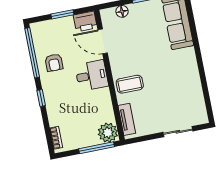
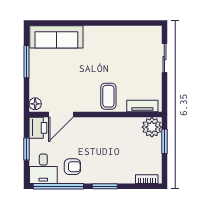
floor lamp: (122, 11) -> (35, 104), moved
desk: (92, 76) -> (43, 169), moved, turned 180
window: (41, 98) -> (105, 186), width x1.50
window: (97, 148) -> (164, 141), width x0.69

